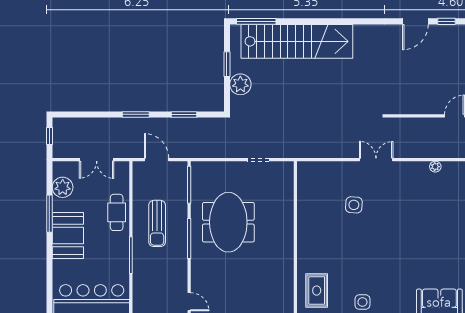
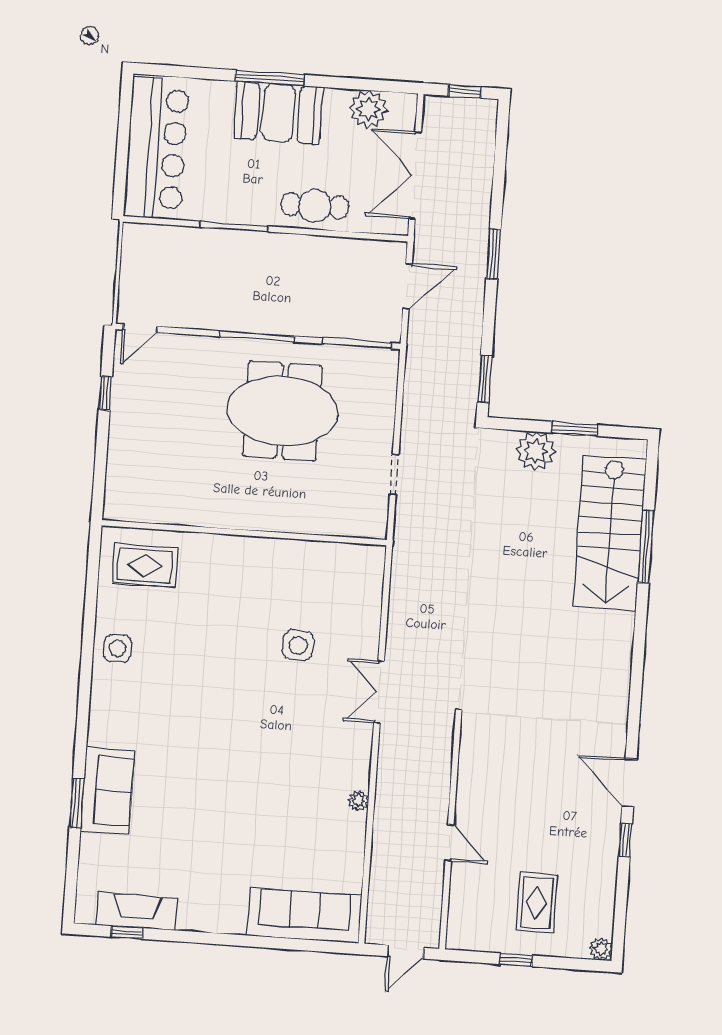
window: (256, 21) -> (646, 547), moved
stairs: (297, 41) -> (610, 534), width x0.73
window: (184, 114) -> (485, 379), moved
double door: (97, 160) -> (415, 175), width x1.37
double door: (376, 160) -> (379, 692), swing flipped
window: (49, 214) -> (269, 78), moved
sun lounger: (157, 223) -> (289, 279), removed

